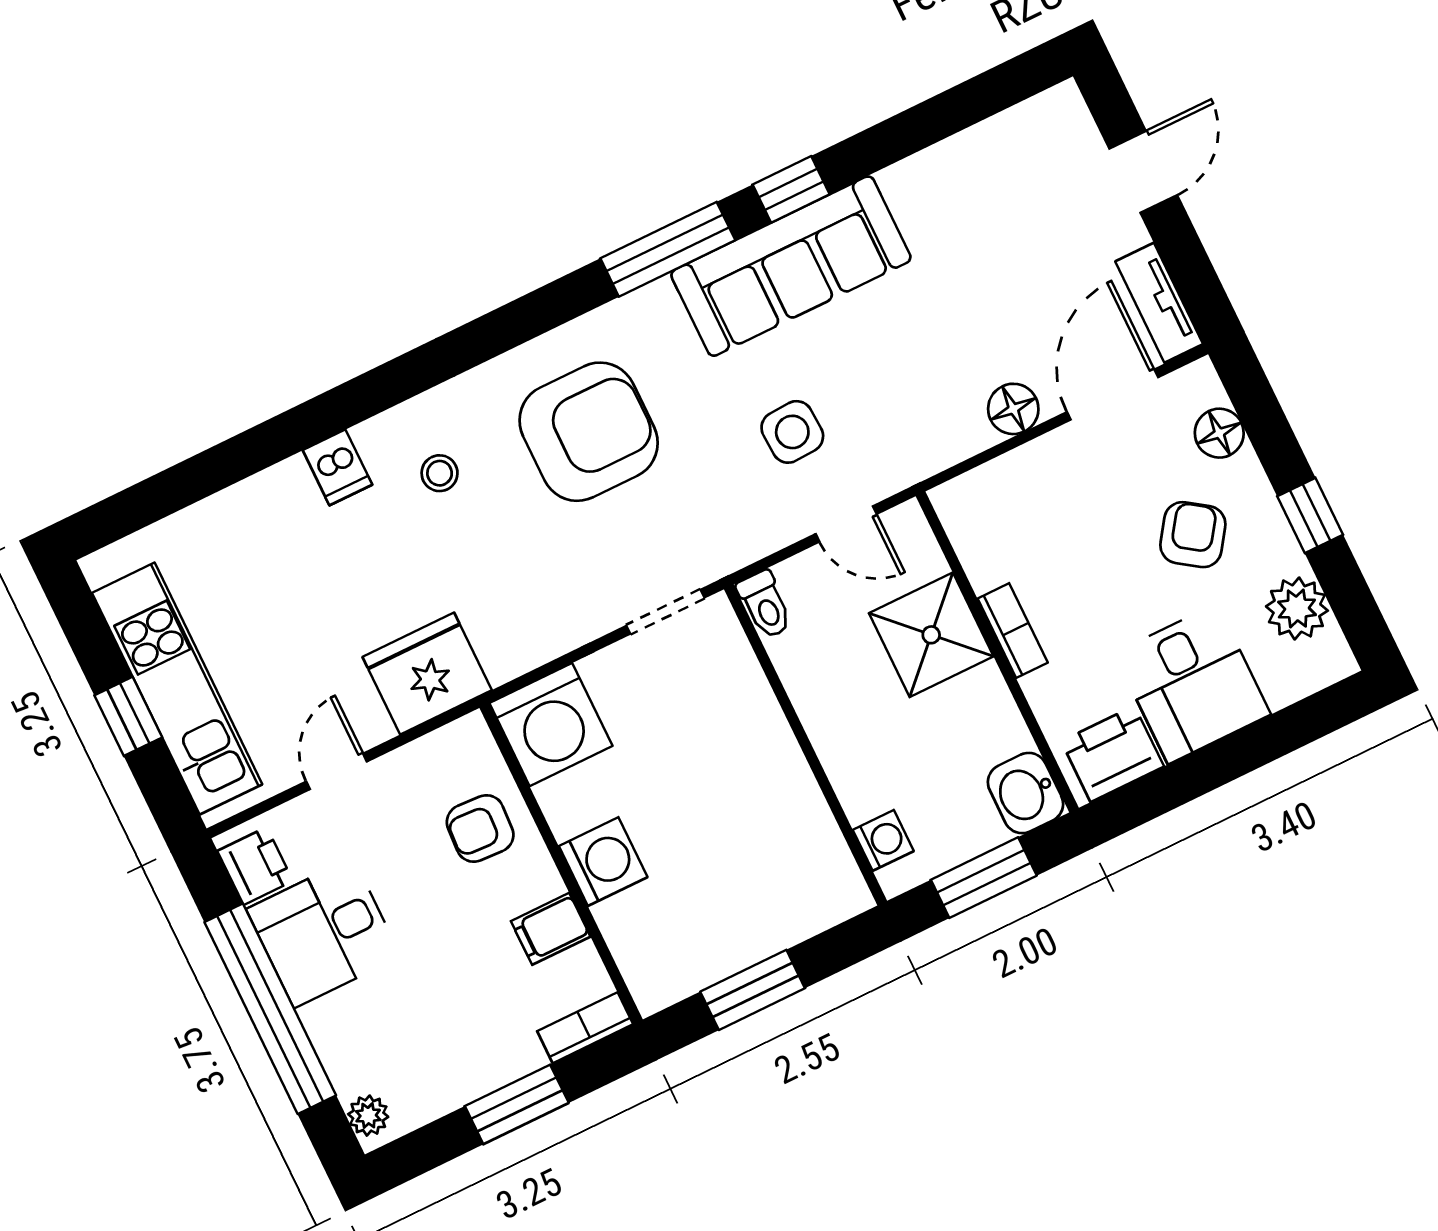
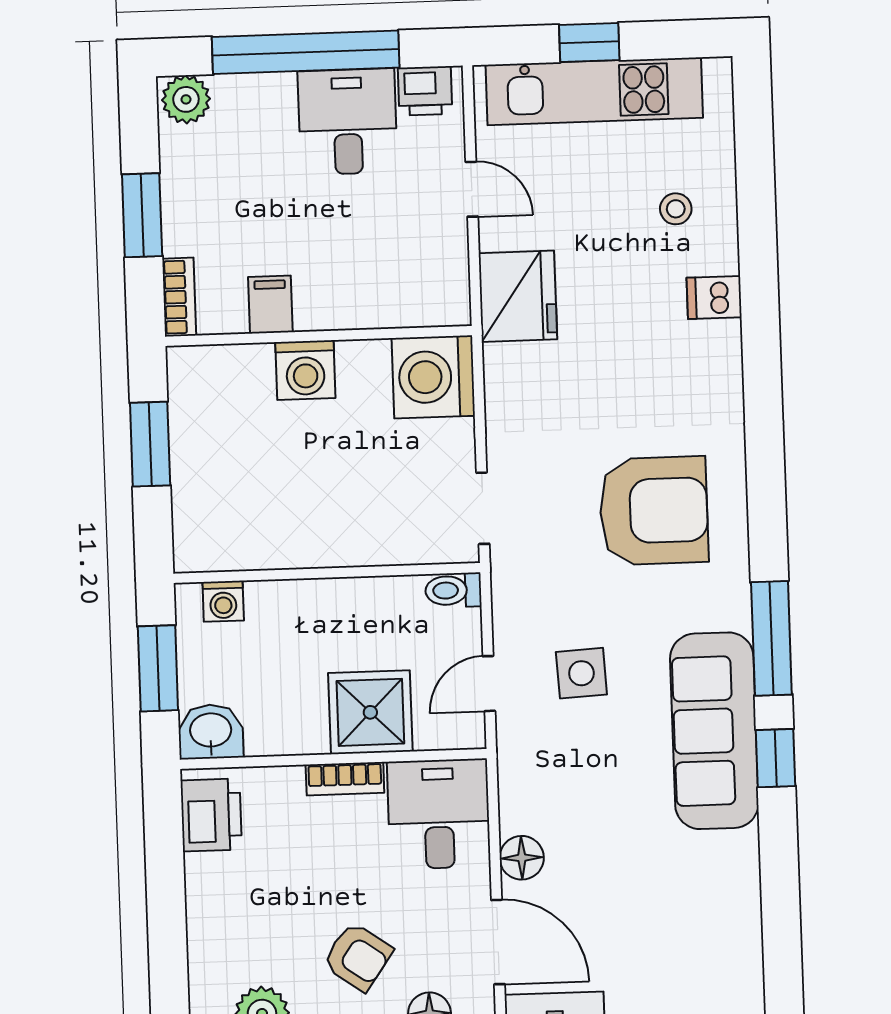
armchair: (589, 432) -> (654, 511), turned -90
stool: (440, 473) -> (676, 209), moved
desk: (1192, 684) -> (439, 814), moved, turned 90
armchair: (480, 828) -> (375, 284), removed
plant: (368, 1116) -> (186, 99), width x1.38, depth x1.38

